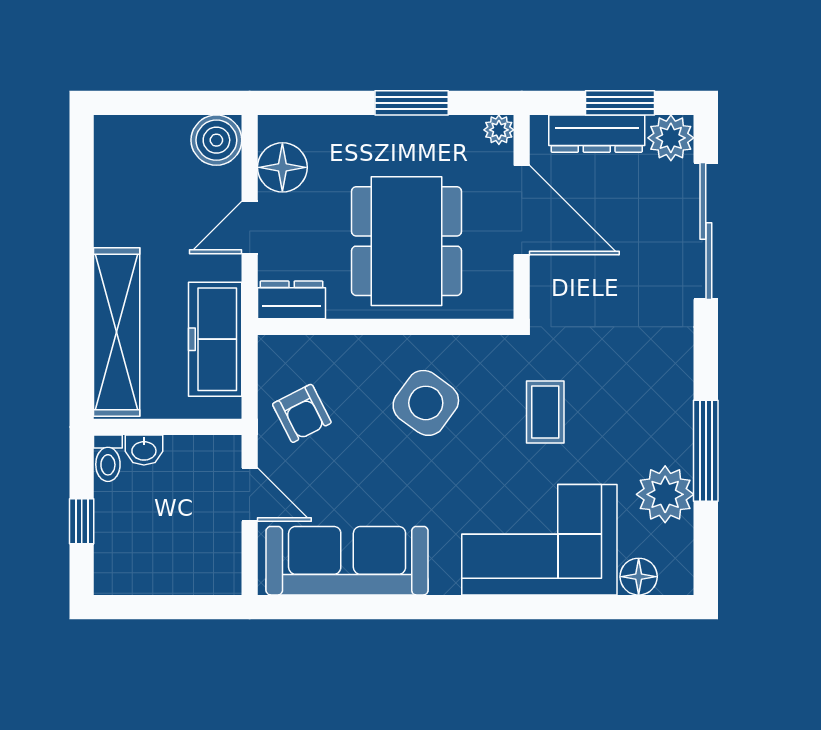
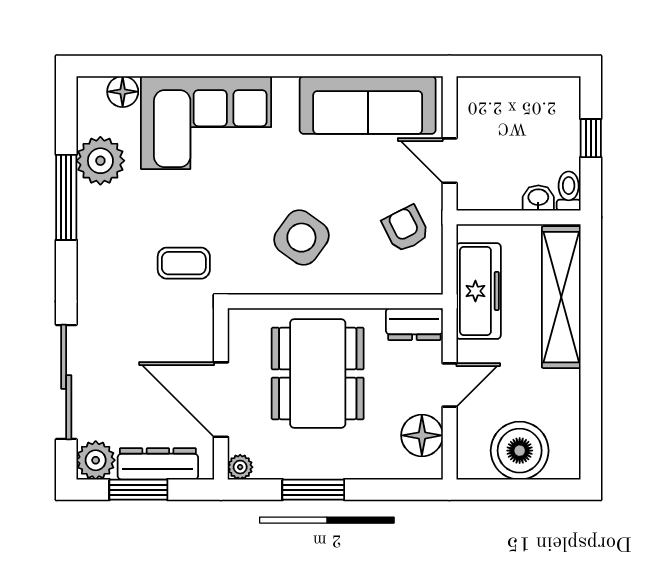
boiler: (216, 140) -> (520, 451), moved, width x1.37, depth x1.37
coffee table: (545, 412) -> (184, 263), moved, turned 90

